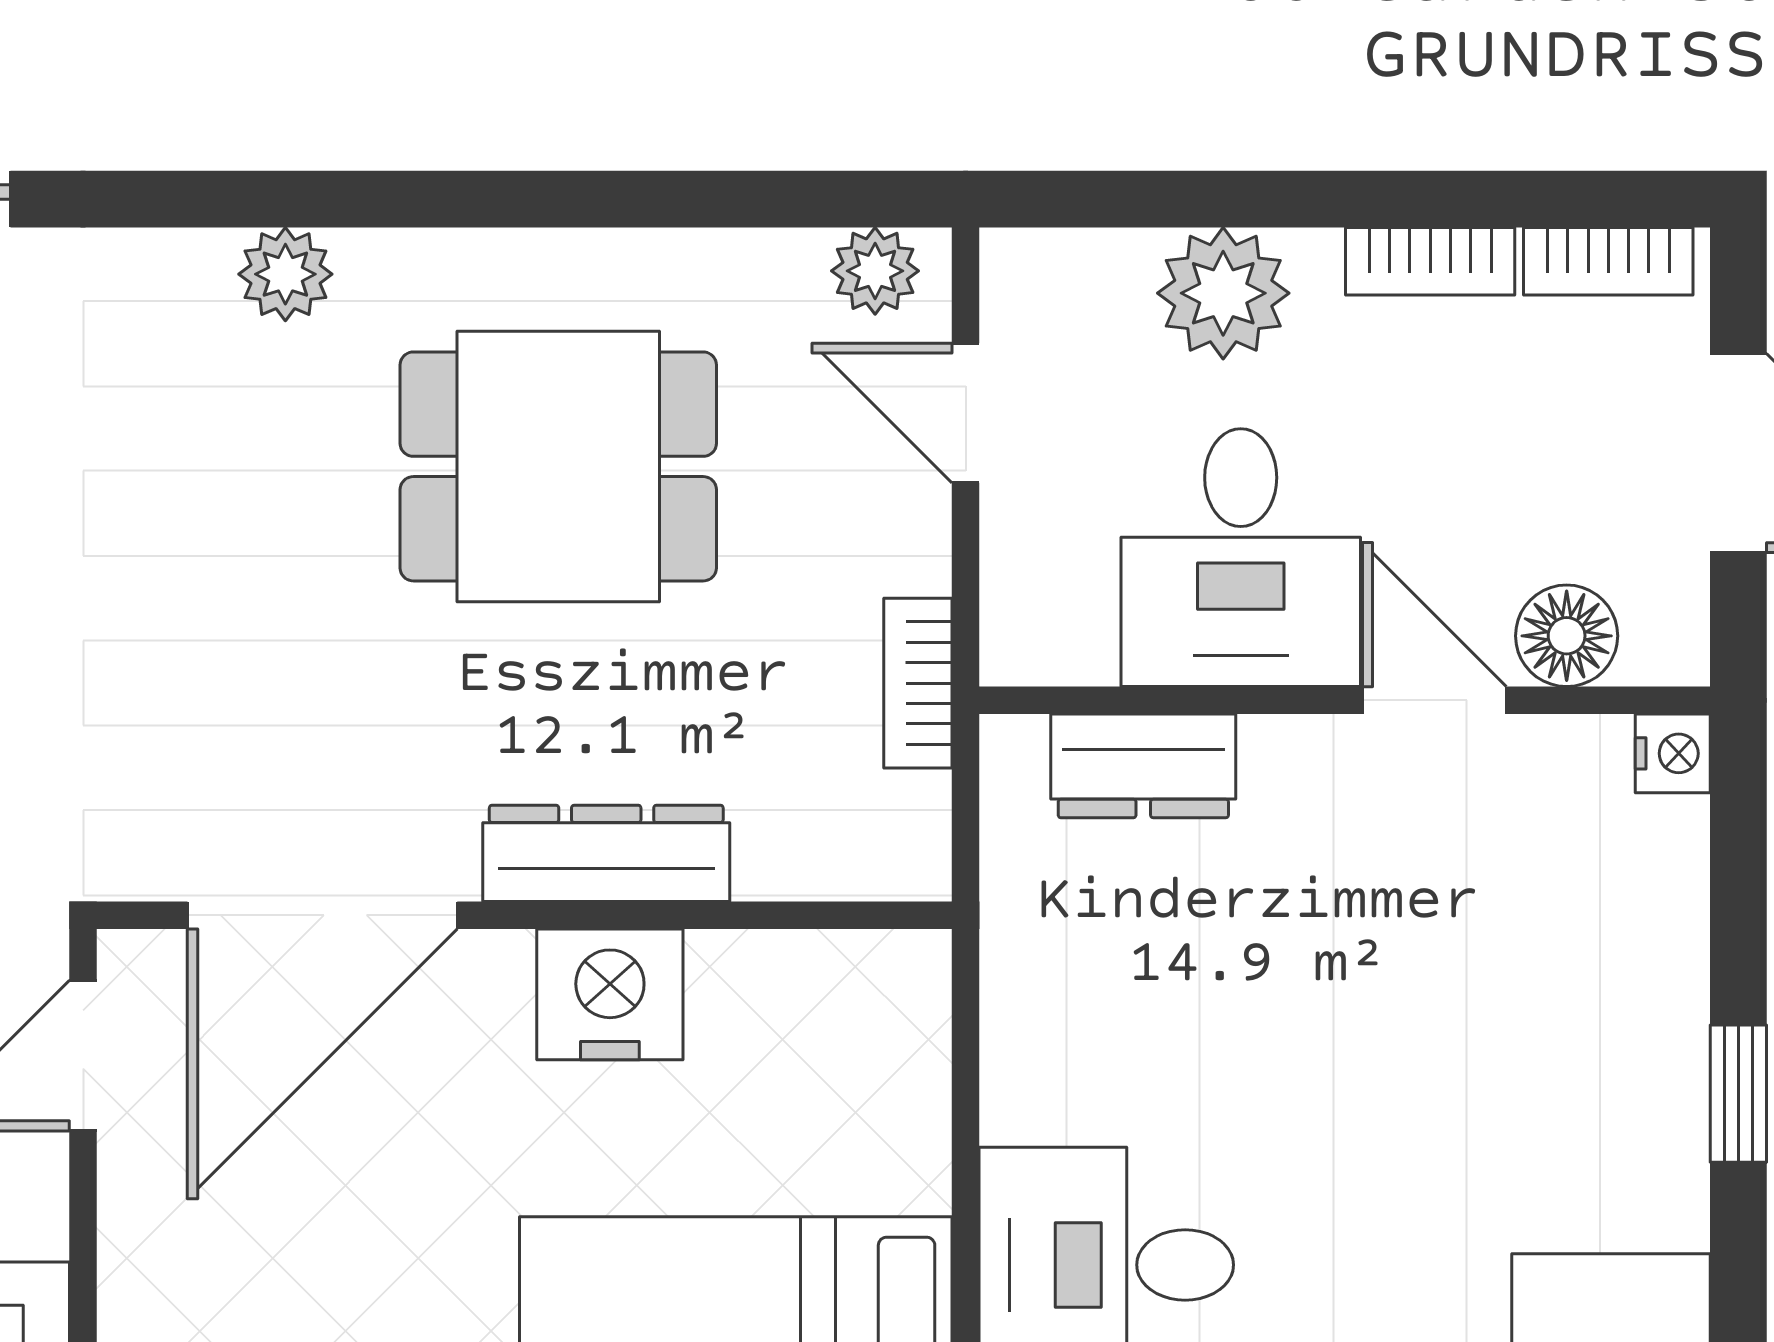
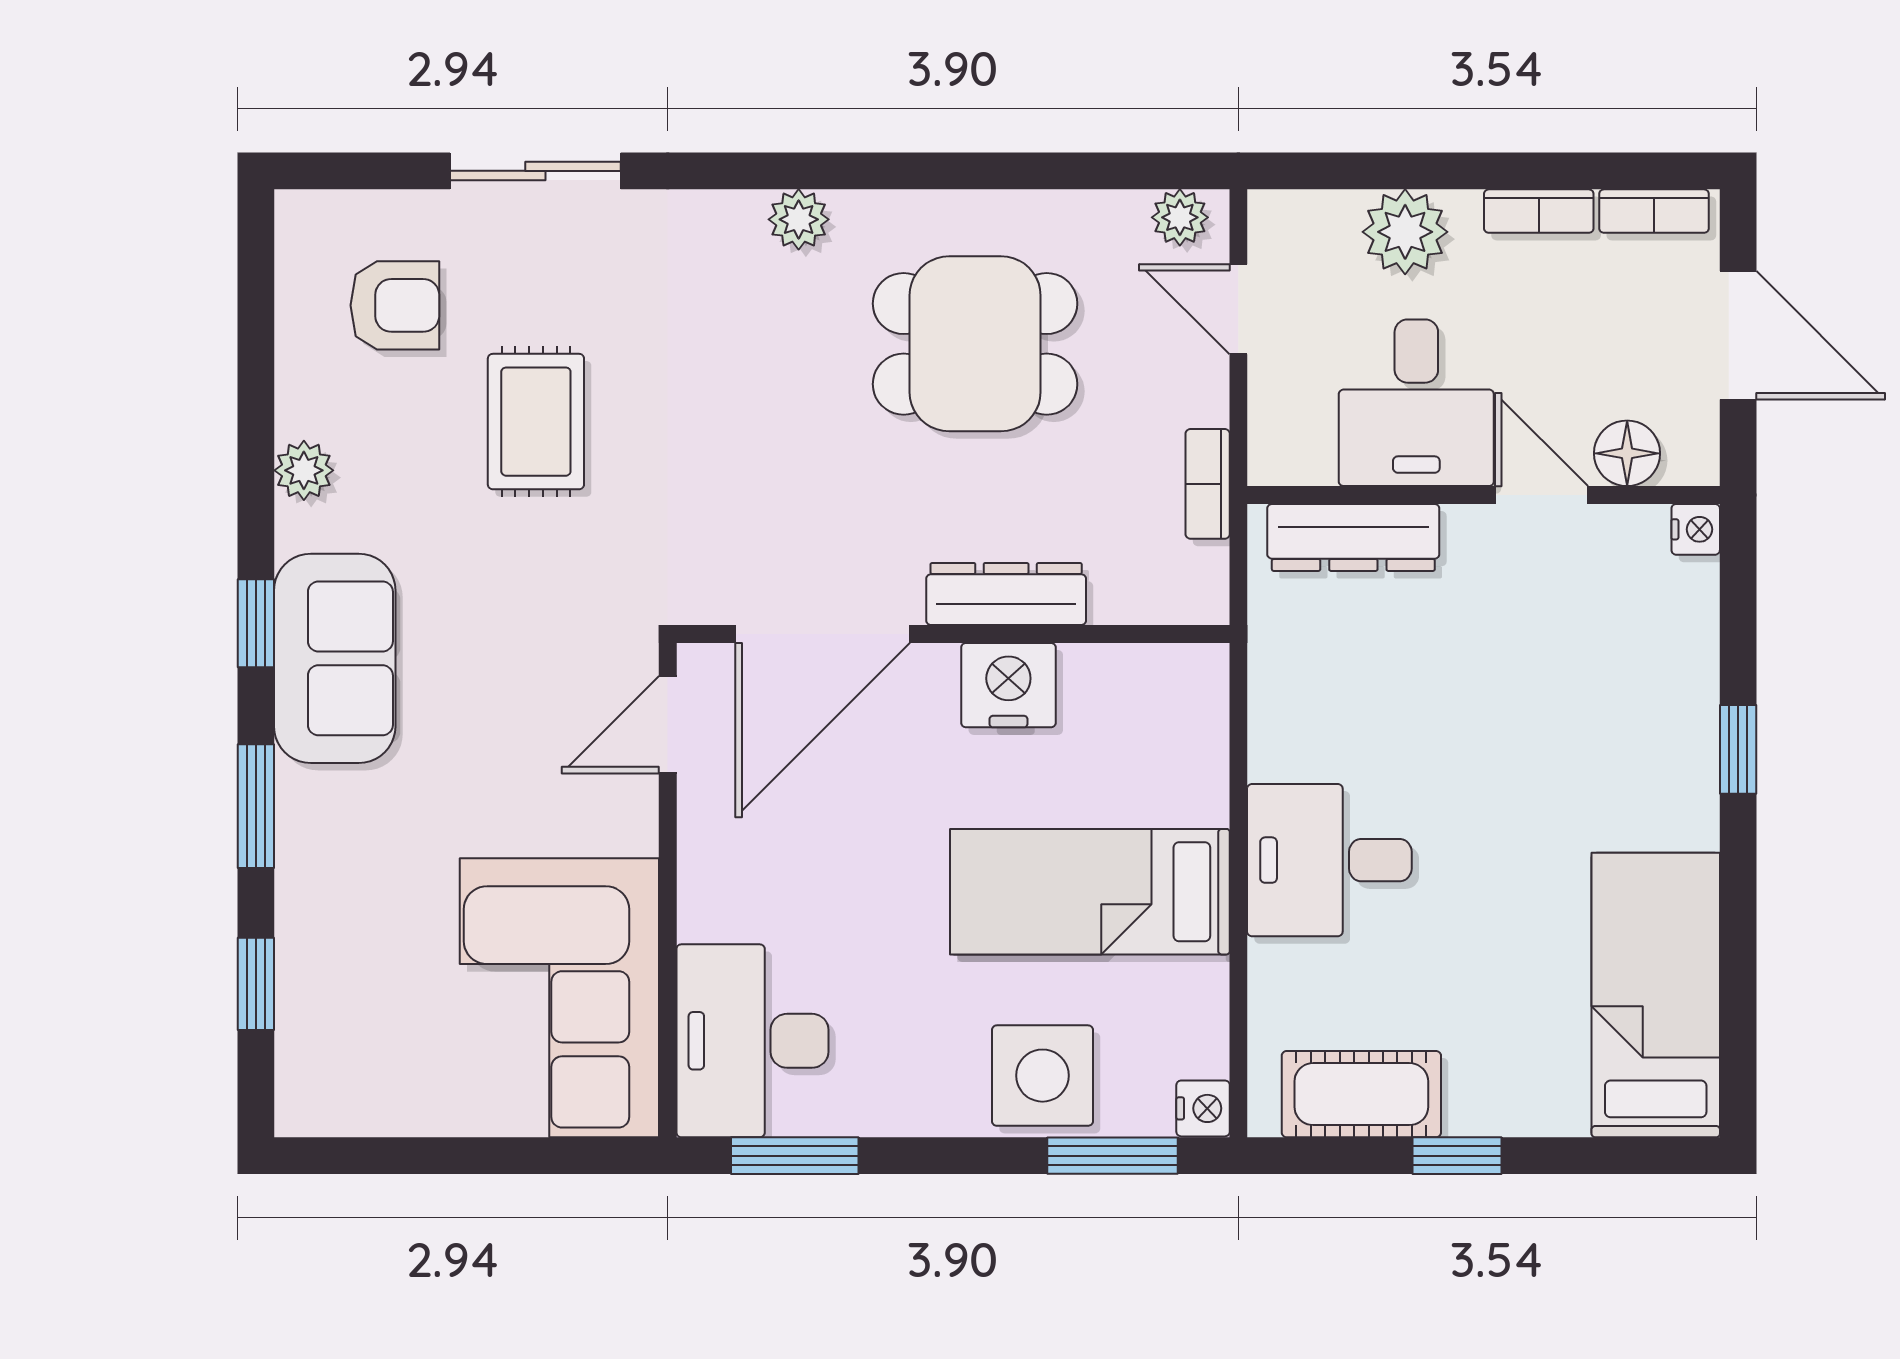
dresser: (1143, 766) -> (1353, 537), width x1.44

